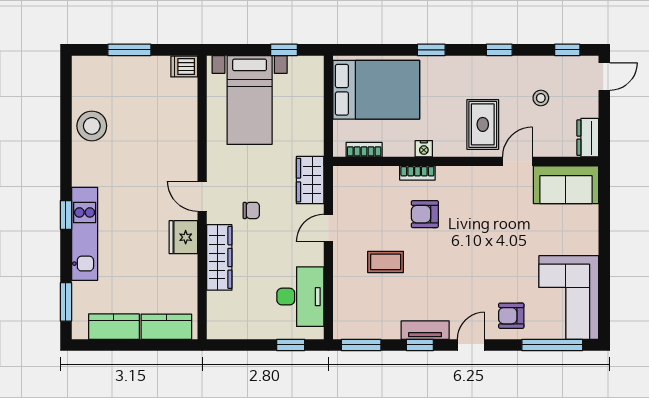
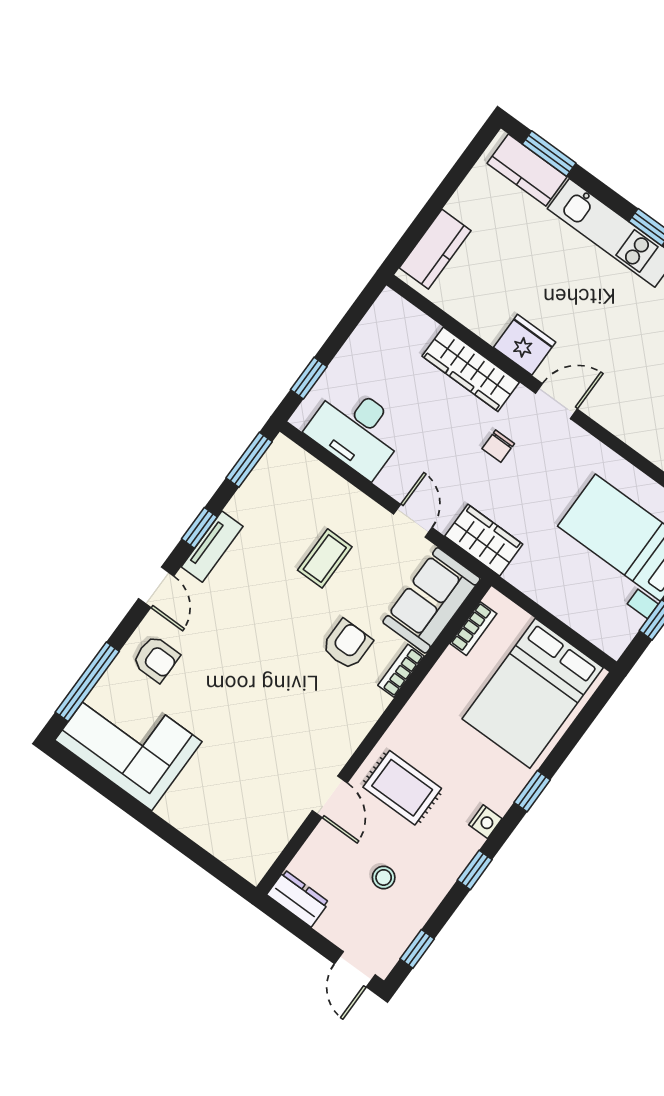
nightstand: (424, 149) -> (485, 822), moved, turned 180
sofa: (566, 185) -> (432, 600), moved
armchair: (511, 316) -> (156, 659), turned 90
kitchen counter: (114, 327) -> (527, 170), moved, turned 90

